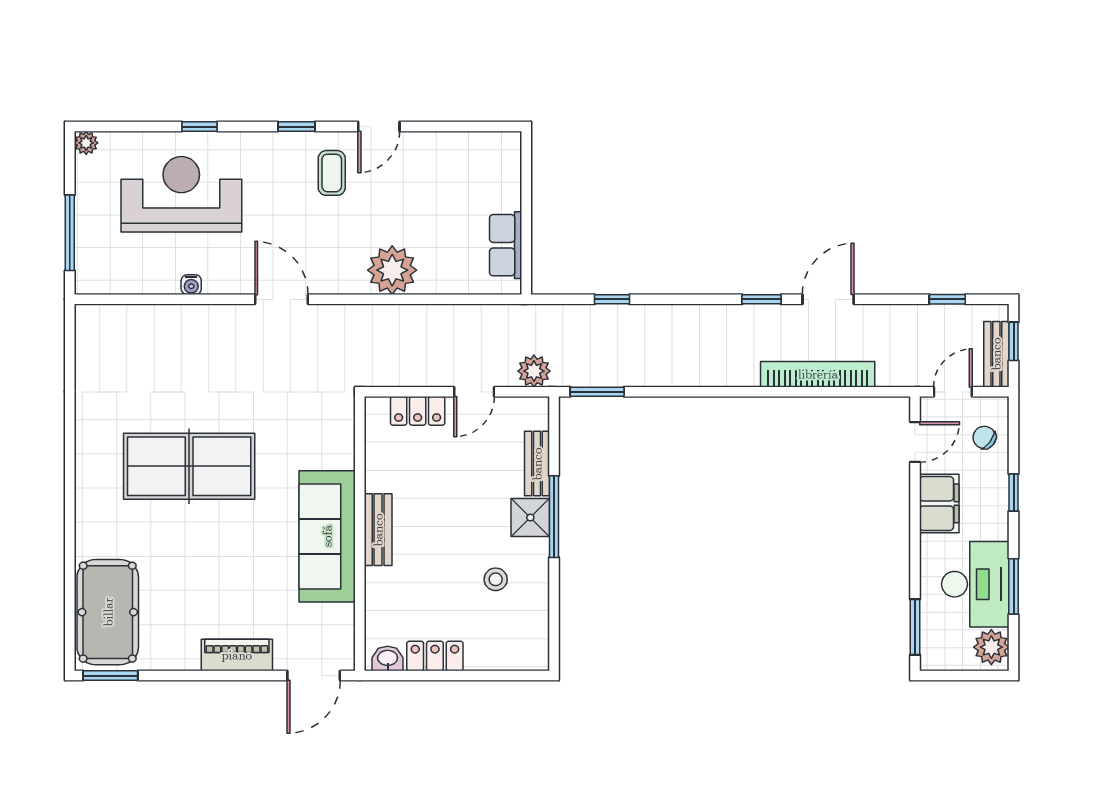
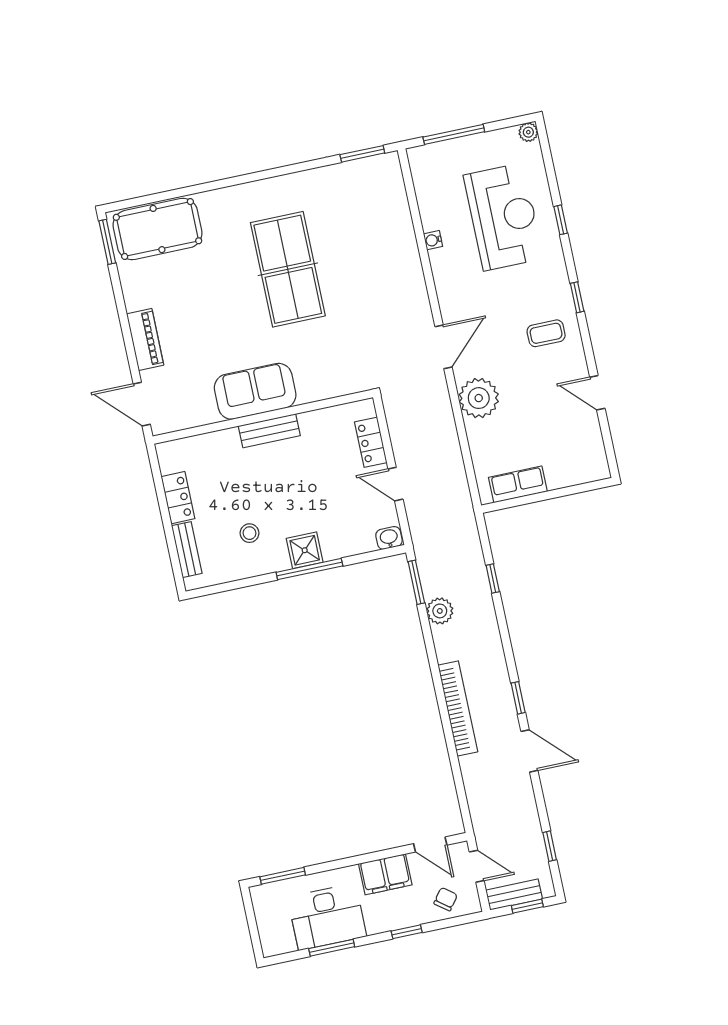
door: (379, 127) -> (597, 393), moved
door: (282, 299) -> (443, 347), moved
window: (70, 347) -> (362, 154), added
plant: (534, 371) -> (440, 611), moved
bookcase: (818, 374) -> (458, 709), moved
bench: (537, 464) -> (187, 550), moved, turned 90
sofa: (327, 536) -> (255, 391), width x0.73
plant: (991, 647) -> (279, 940), removed
washbasin: (388, 659) -> (389, 538), moved, turned -90

